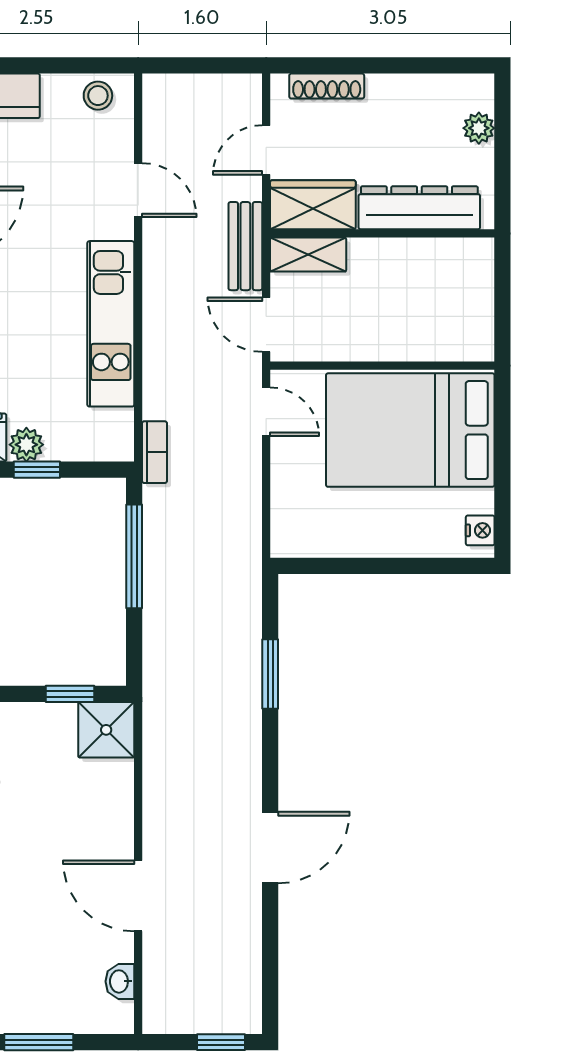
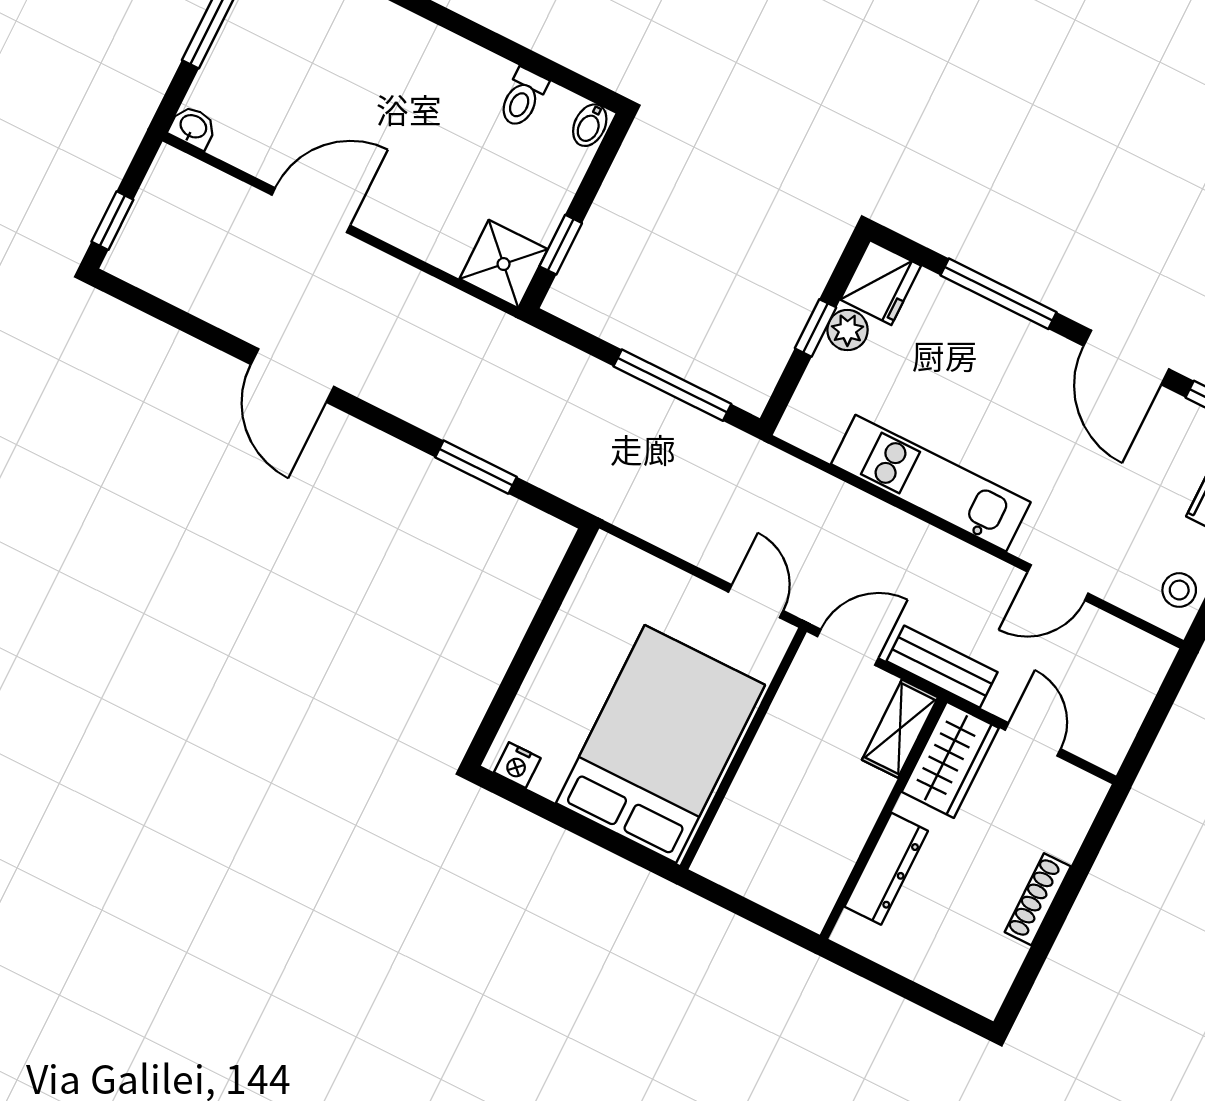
shoe rack: (327, 86) -> (1038, 899), moved
plant: (479, 128) -> (944, 976), removed
dresser: (419, 208) -> (886, 869), width x0.73, depth x0.80
door: (266, 412) -> (756, 601), swing flipped
bookcase: (155, 452) -> (772, 462), removed
washbasin: (120, 981) -> (193, 127), moved

